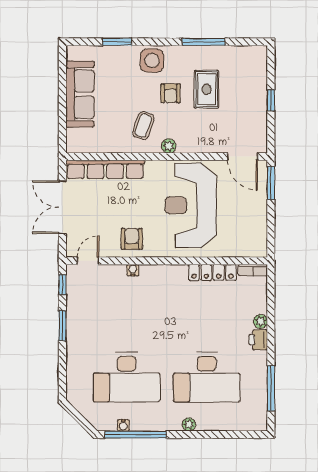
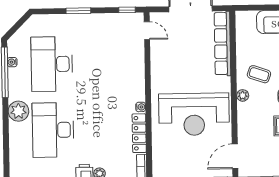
reception desk: (191, 205) -> (194, 114), turned 180
armchair: (132, 239) -> (166, 66), removed
water cooler: (133, 270) -> (141, 107), moved
window: (62, 326) -> (78, 11), moved
plant: (189, 424) -> (18, 111), width x1.87, depth x1.87

